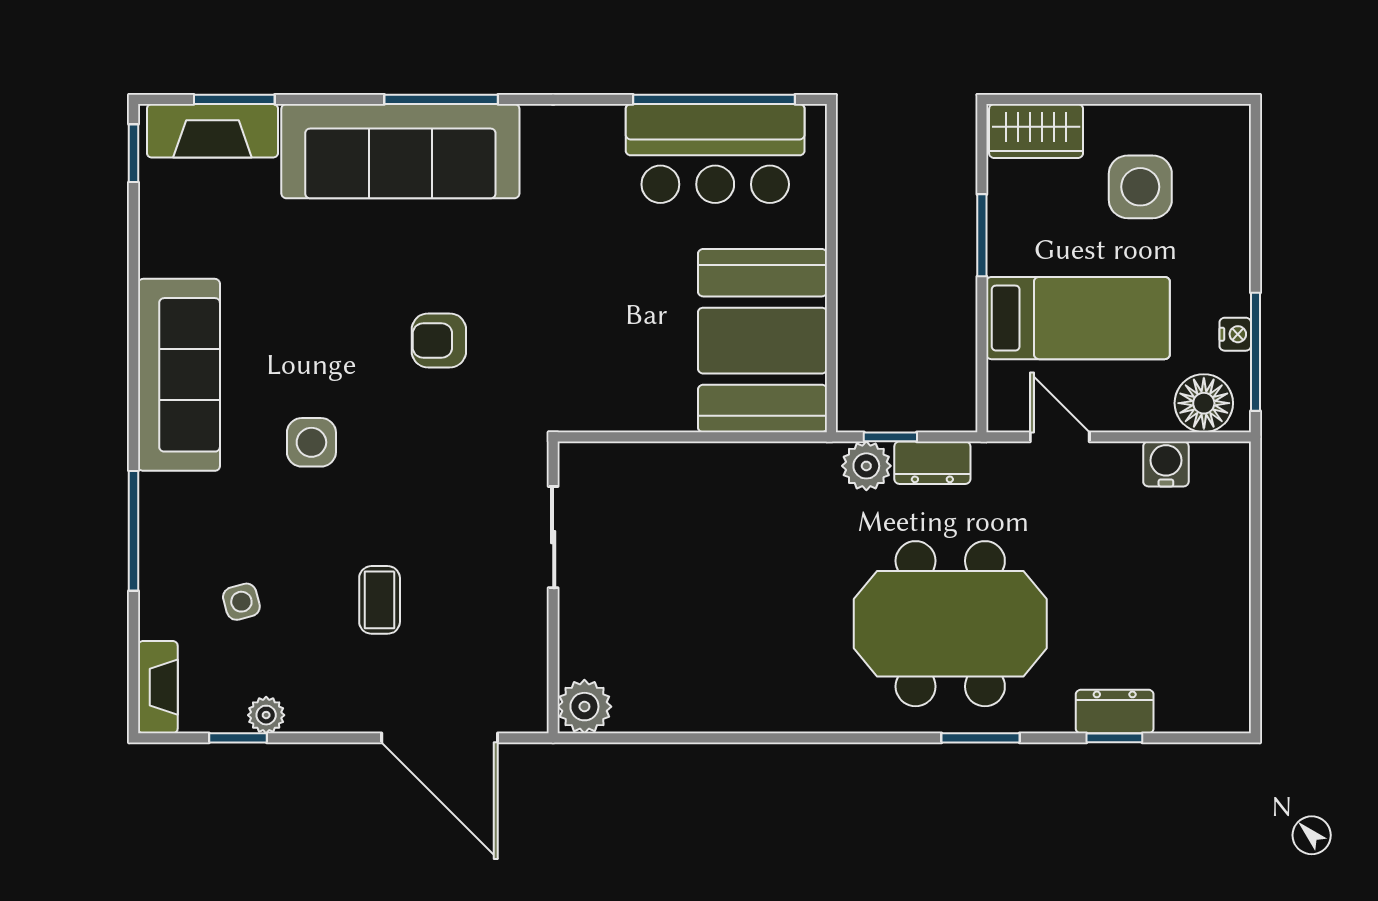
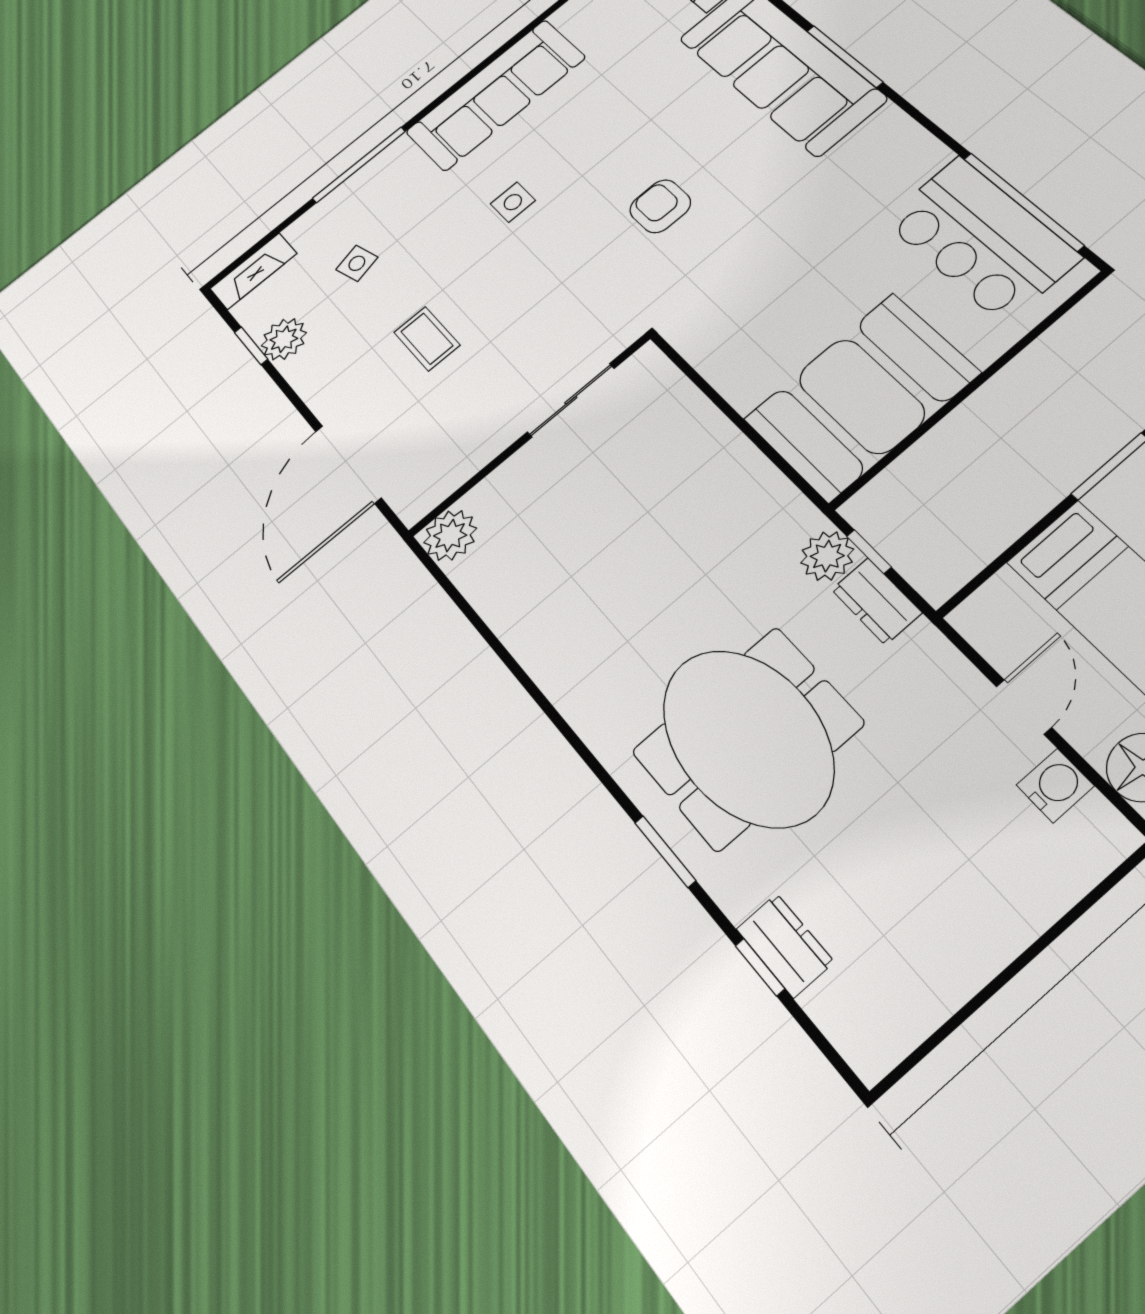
door: (1060, 437) -> (1024, 707), moved
side table: (311, 442) -> (513, 202), width x0.73, depth x0.73
coffee table: (380, 600) -> (427, 339), turned 90
plant: (266, 715) -> (284, 339), width x1.38, depth x1.38

